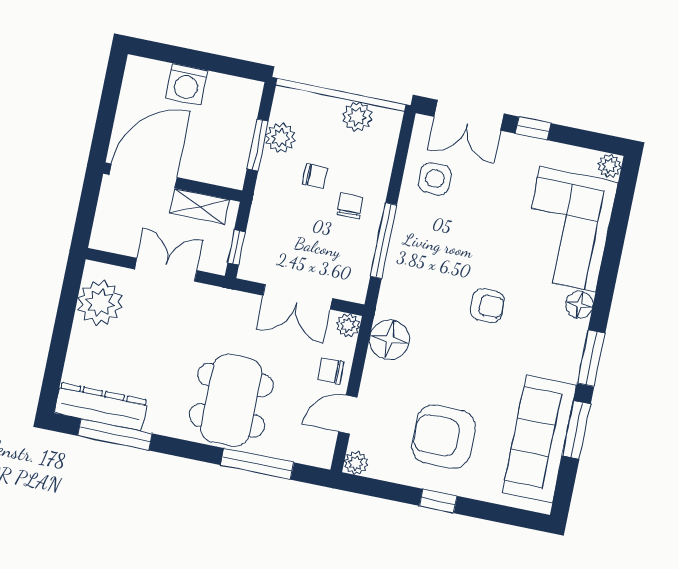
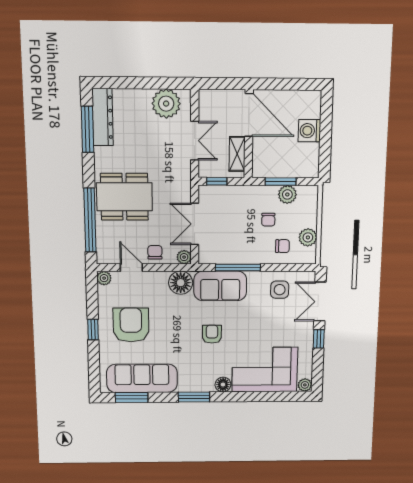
chair: (350, 206) -> (282, 246), moved
sofa: (408, 276) -> (220, 286), added
armchair: (487, 306) -> (212, 334), turned 180
window: (576, 430) -> (132, 397), moved
window: (257, 464) -> (90, 220), width x1.46

